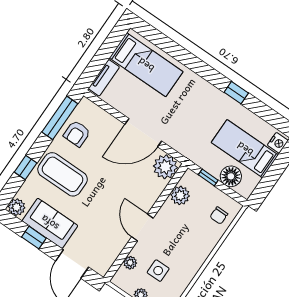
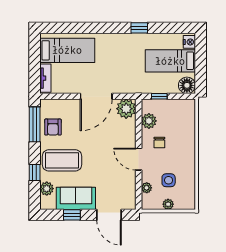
floor lamp: (231, 176) -> (187, 85), moved
plant: (17, 207) -> (47, 189), moved
chair: (219, 216) -> (159, 143), moved

